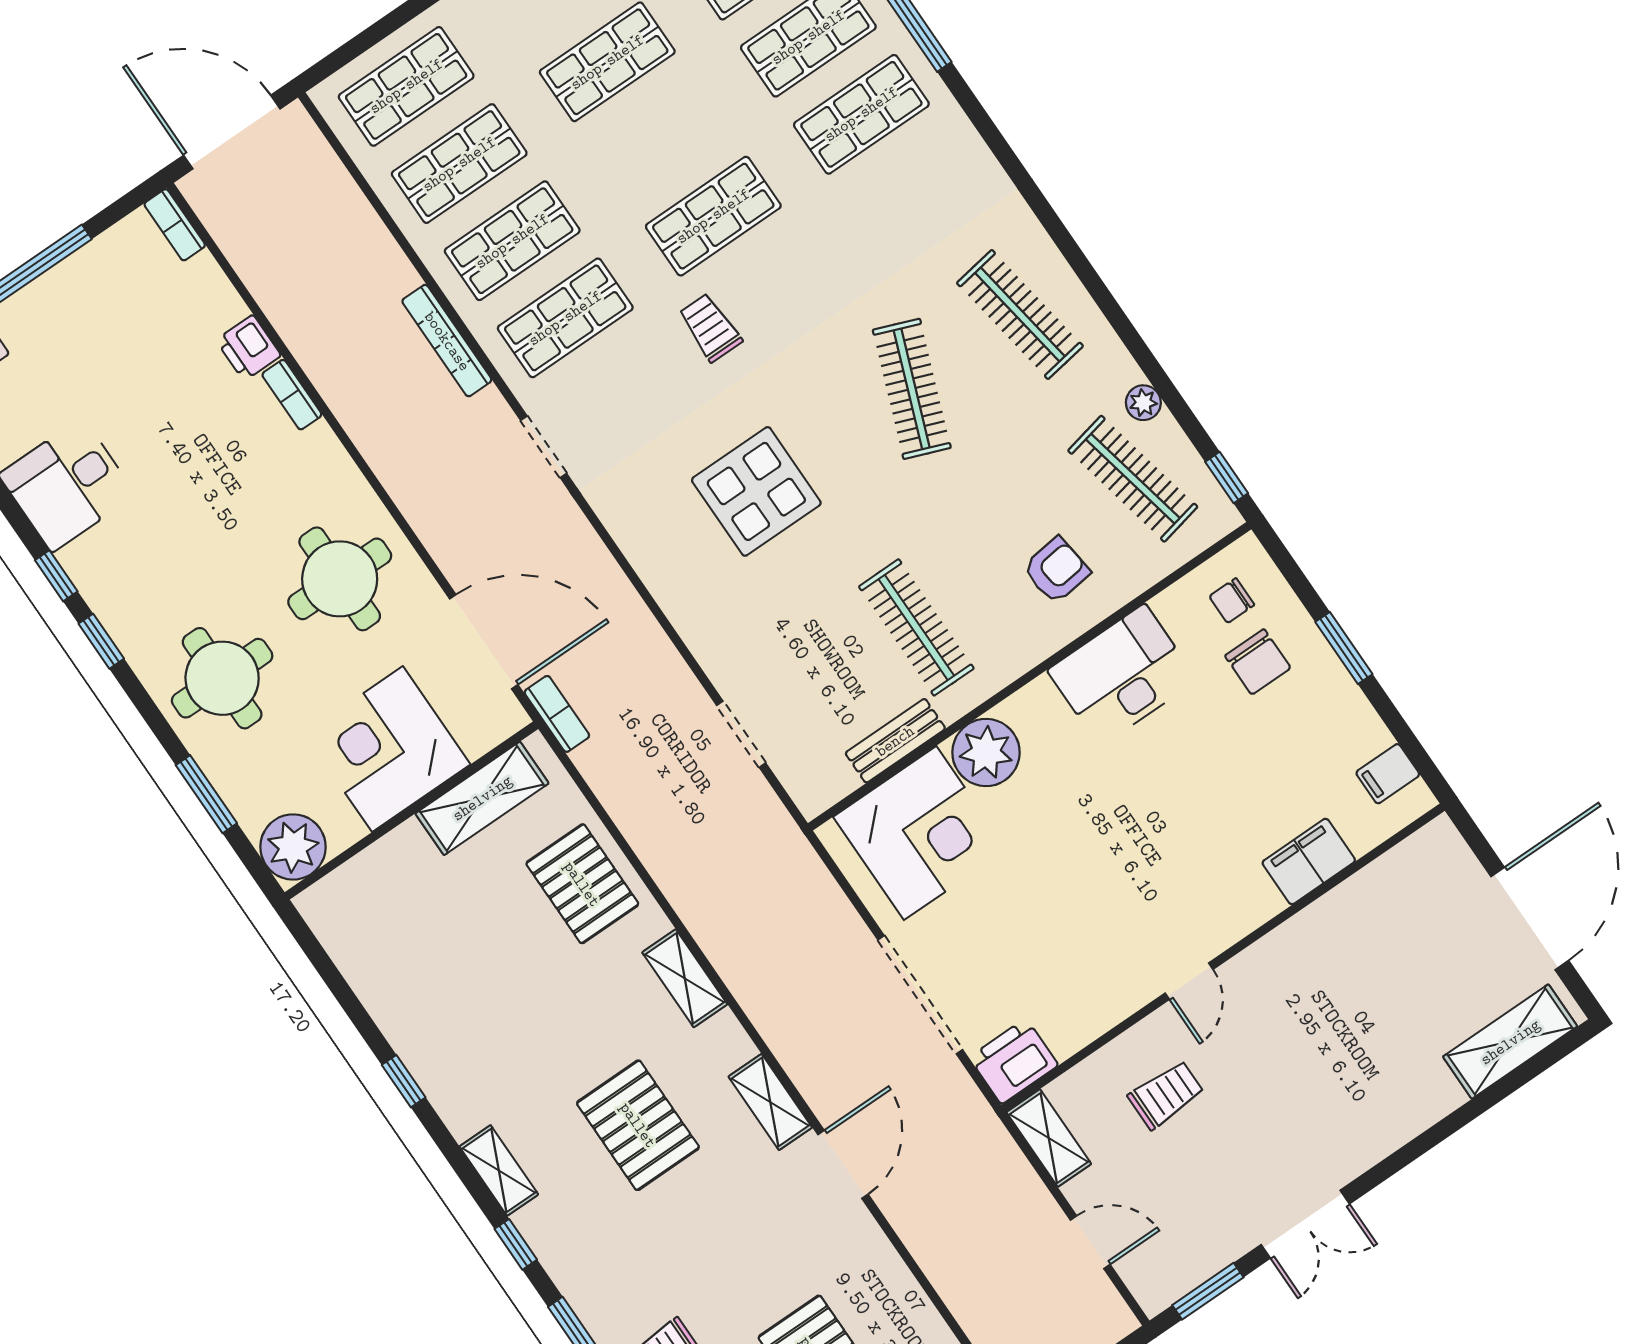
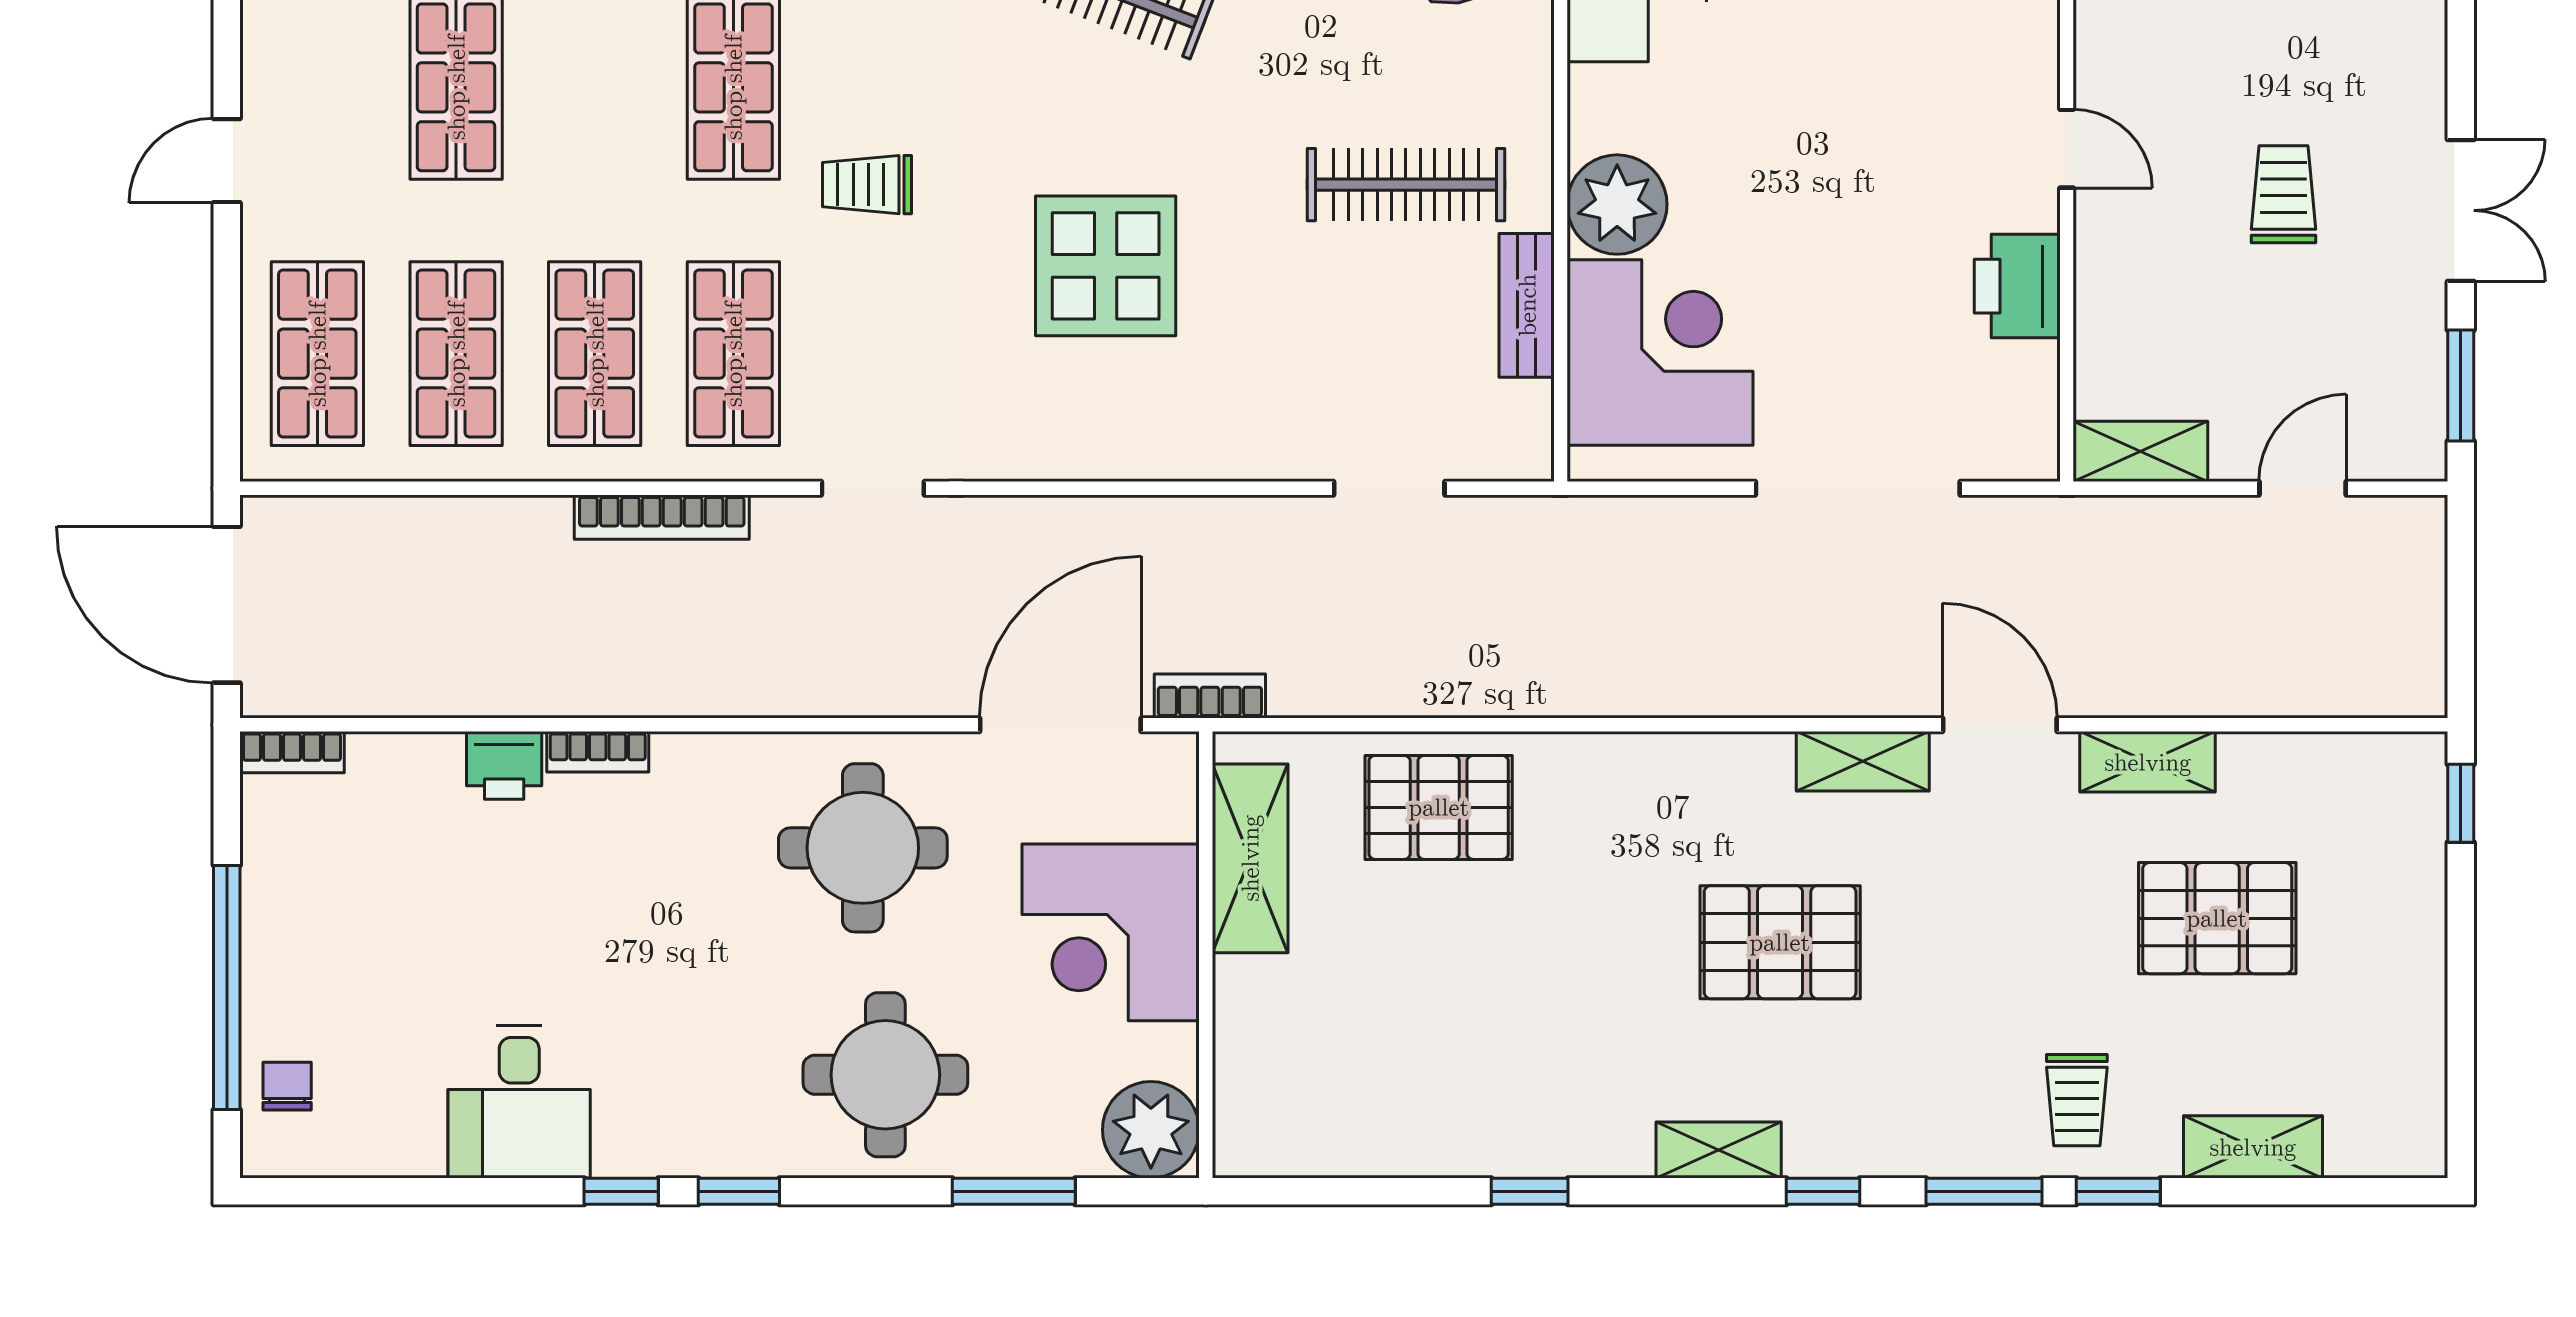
door: (232, 132) -> (227, 605), hinge flipped
shelving: (685, 978) -> (2148, 762), moved
printer: (1014, 1061) -> (2017, 286), moved
trolley: (1166, 1095) -> (2283, 194), moved

